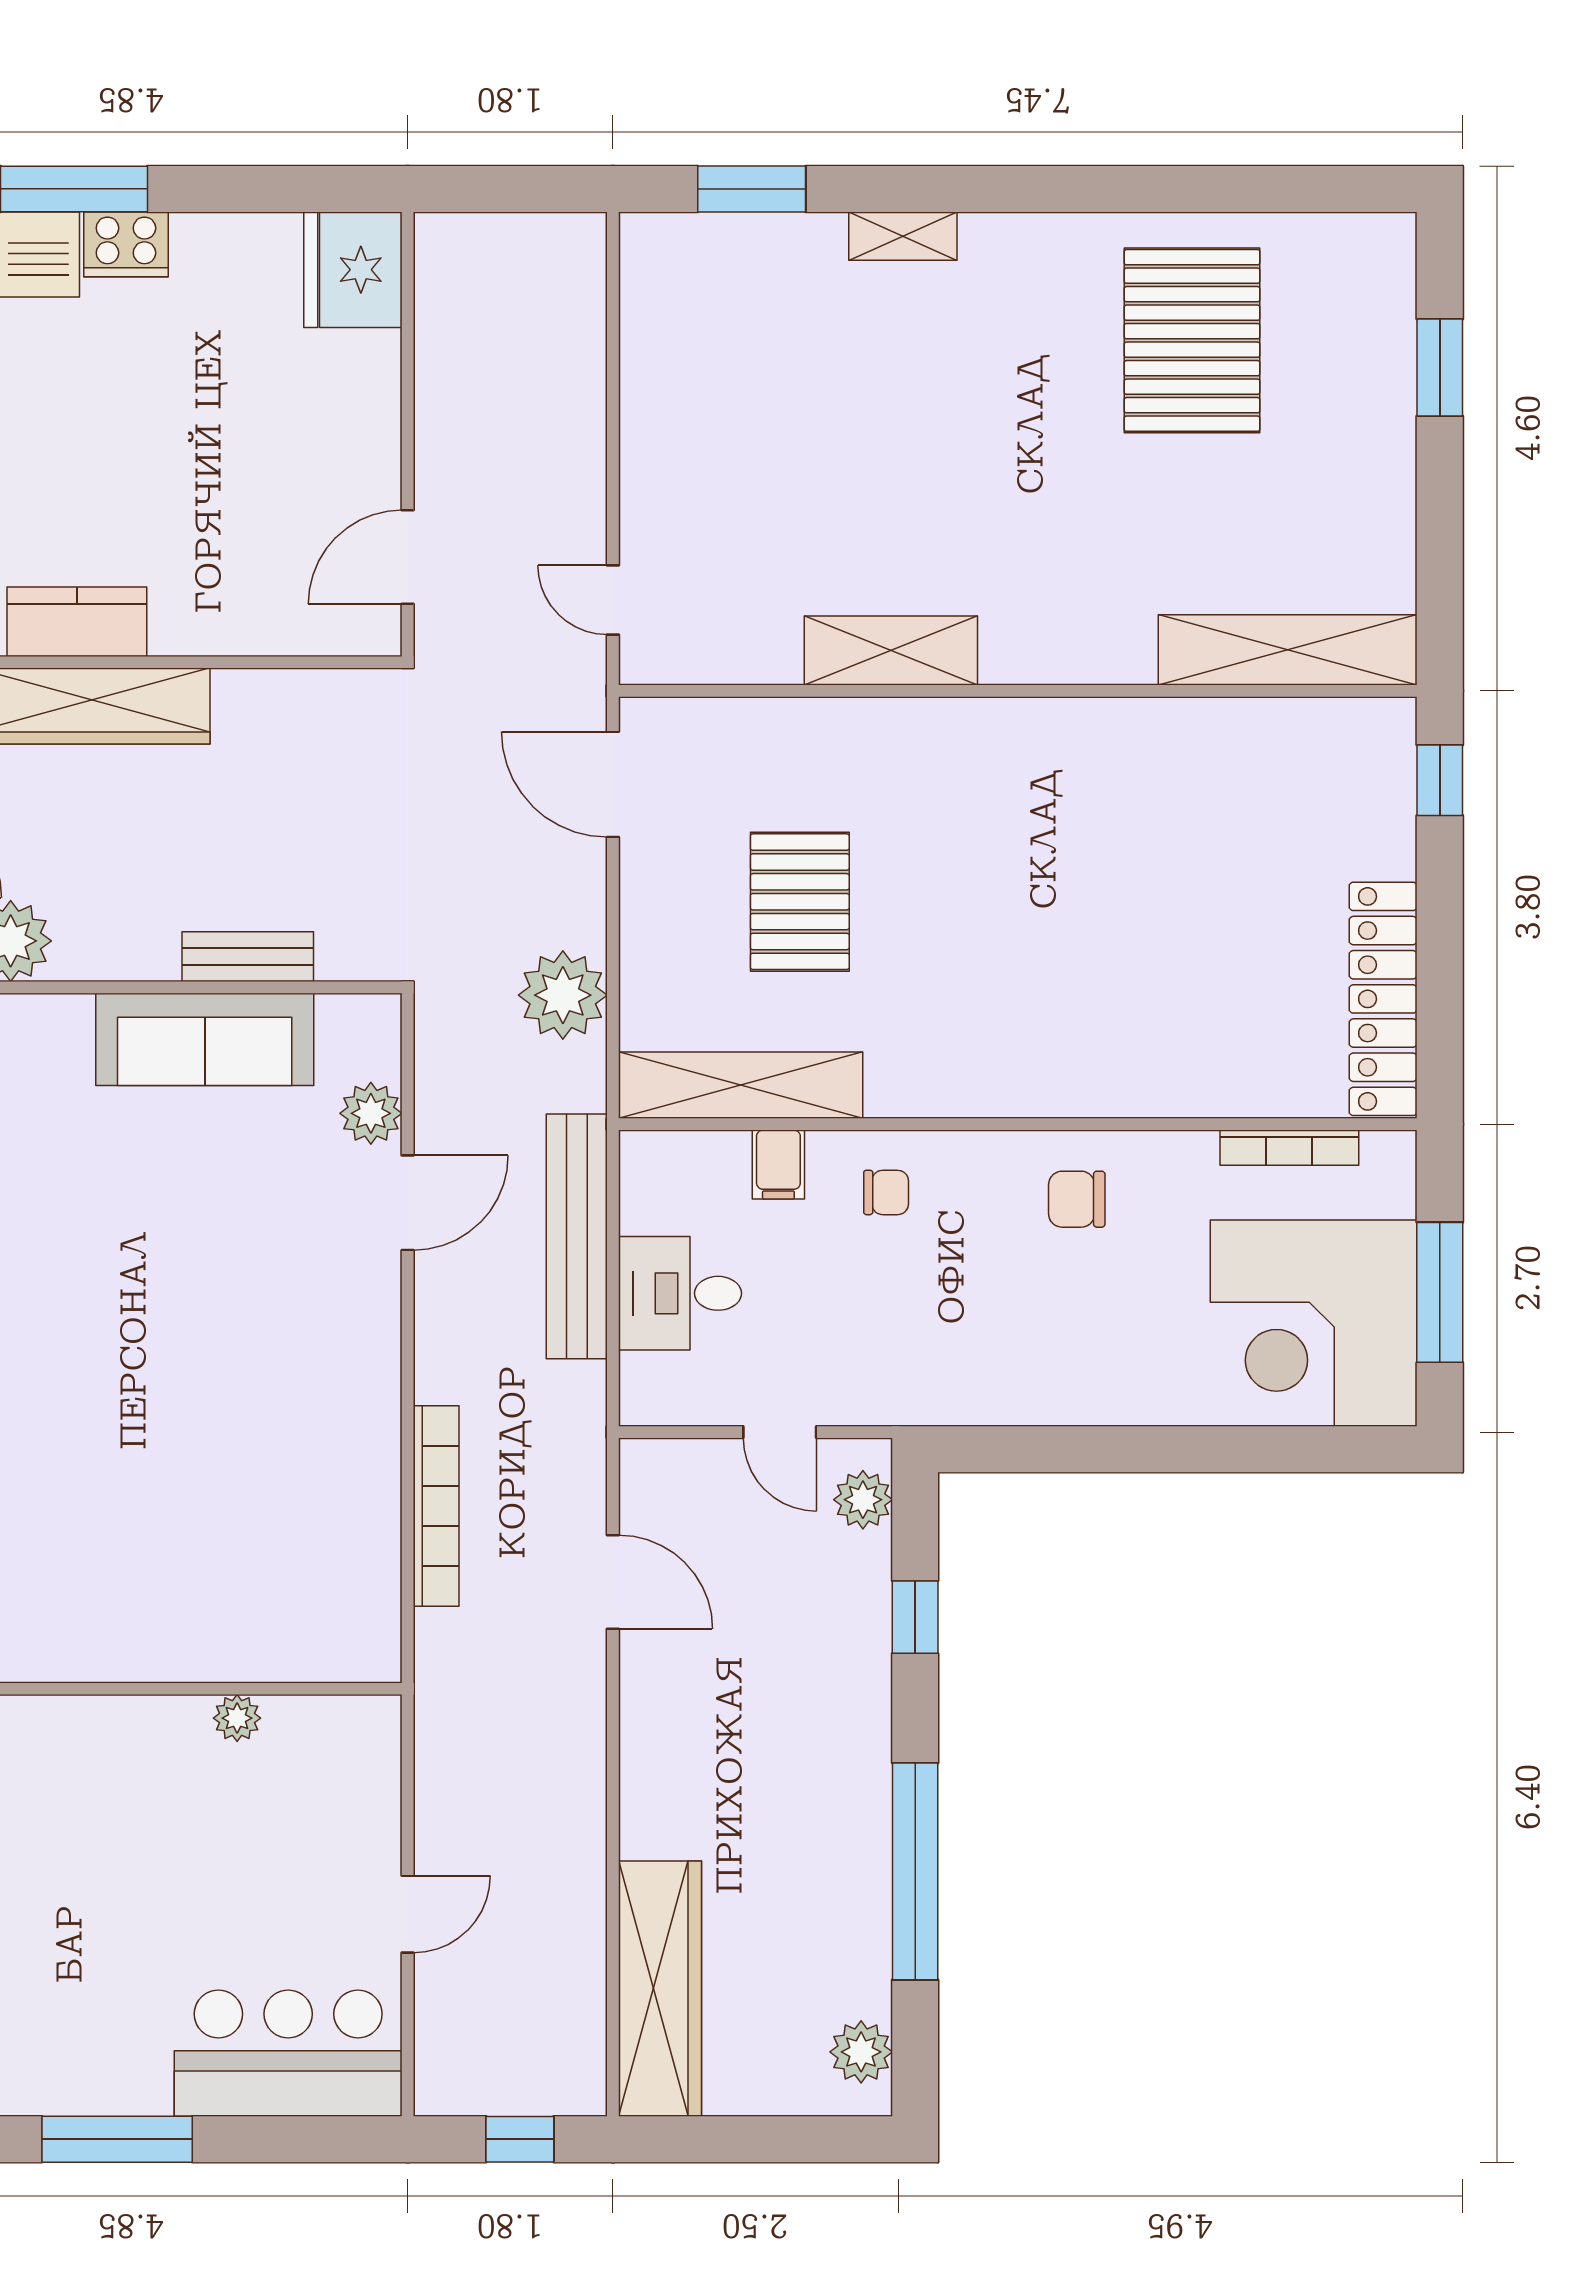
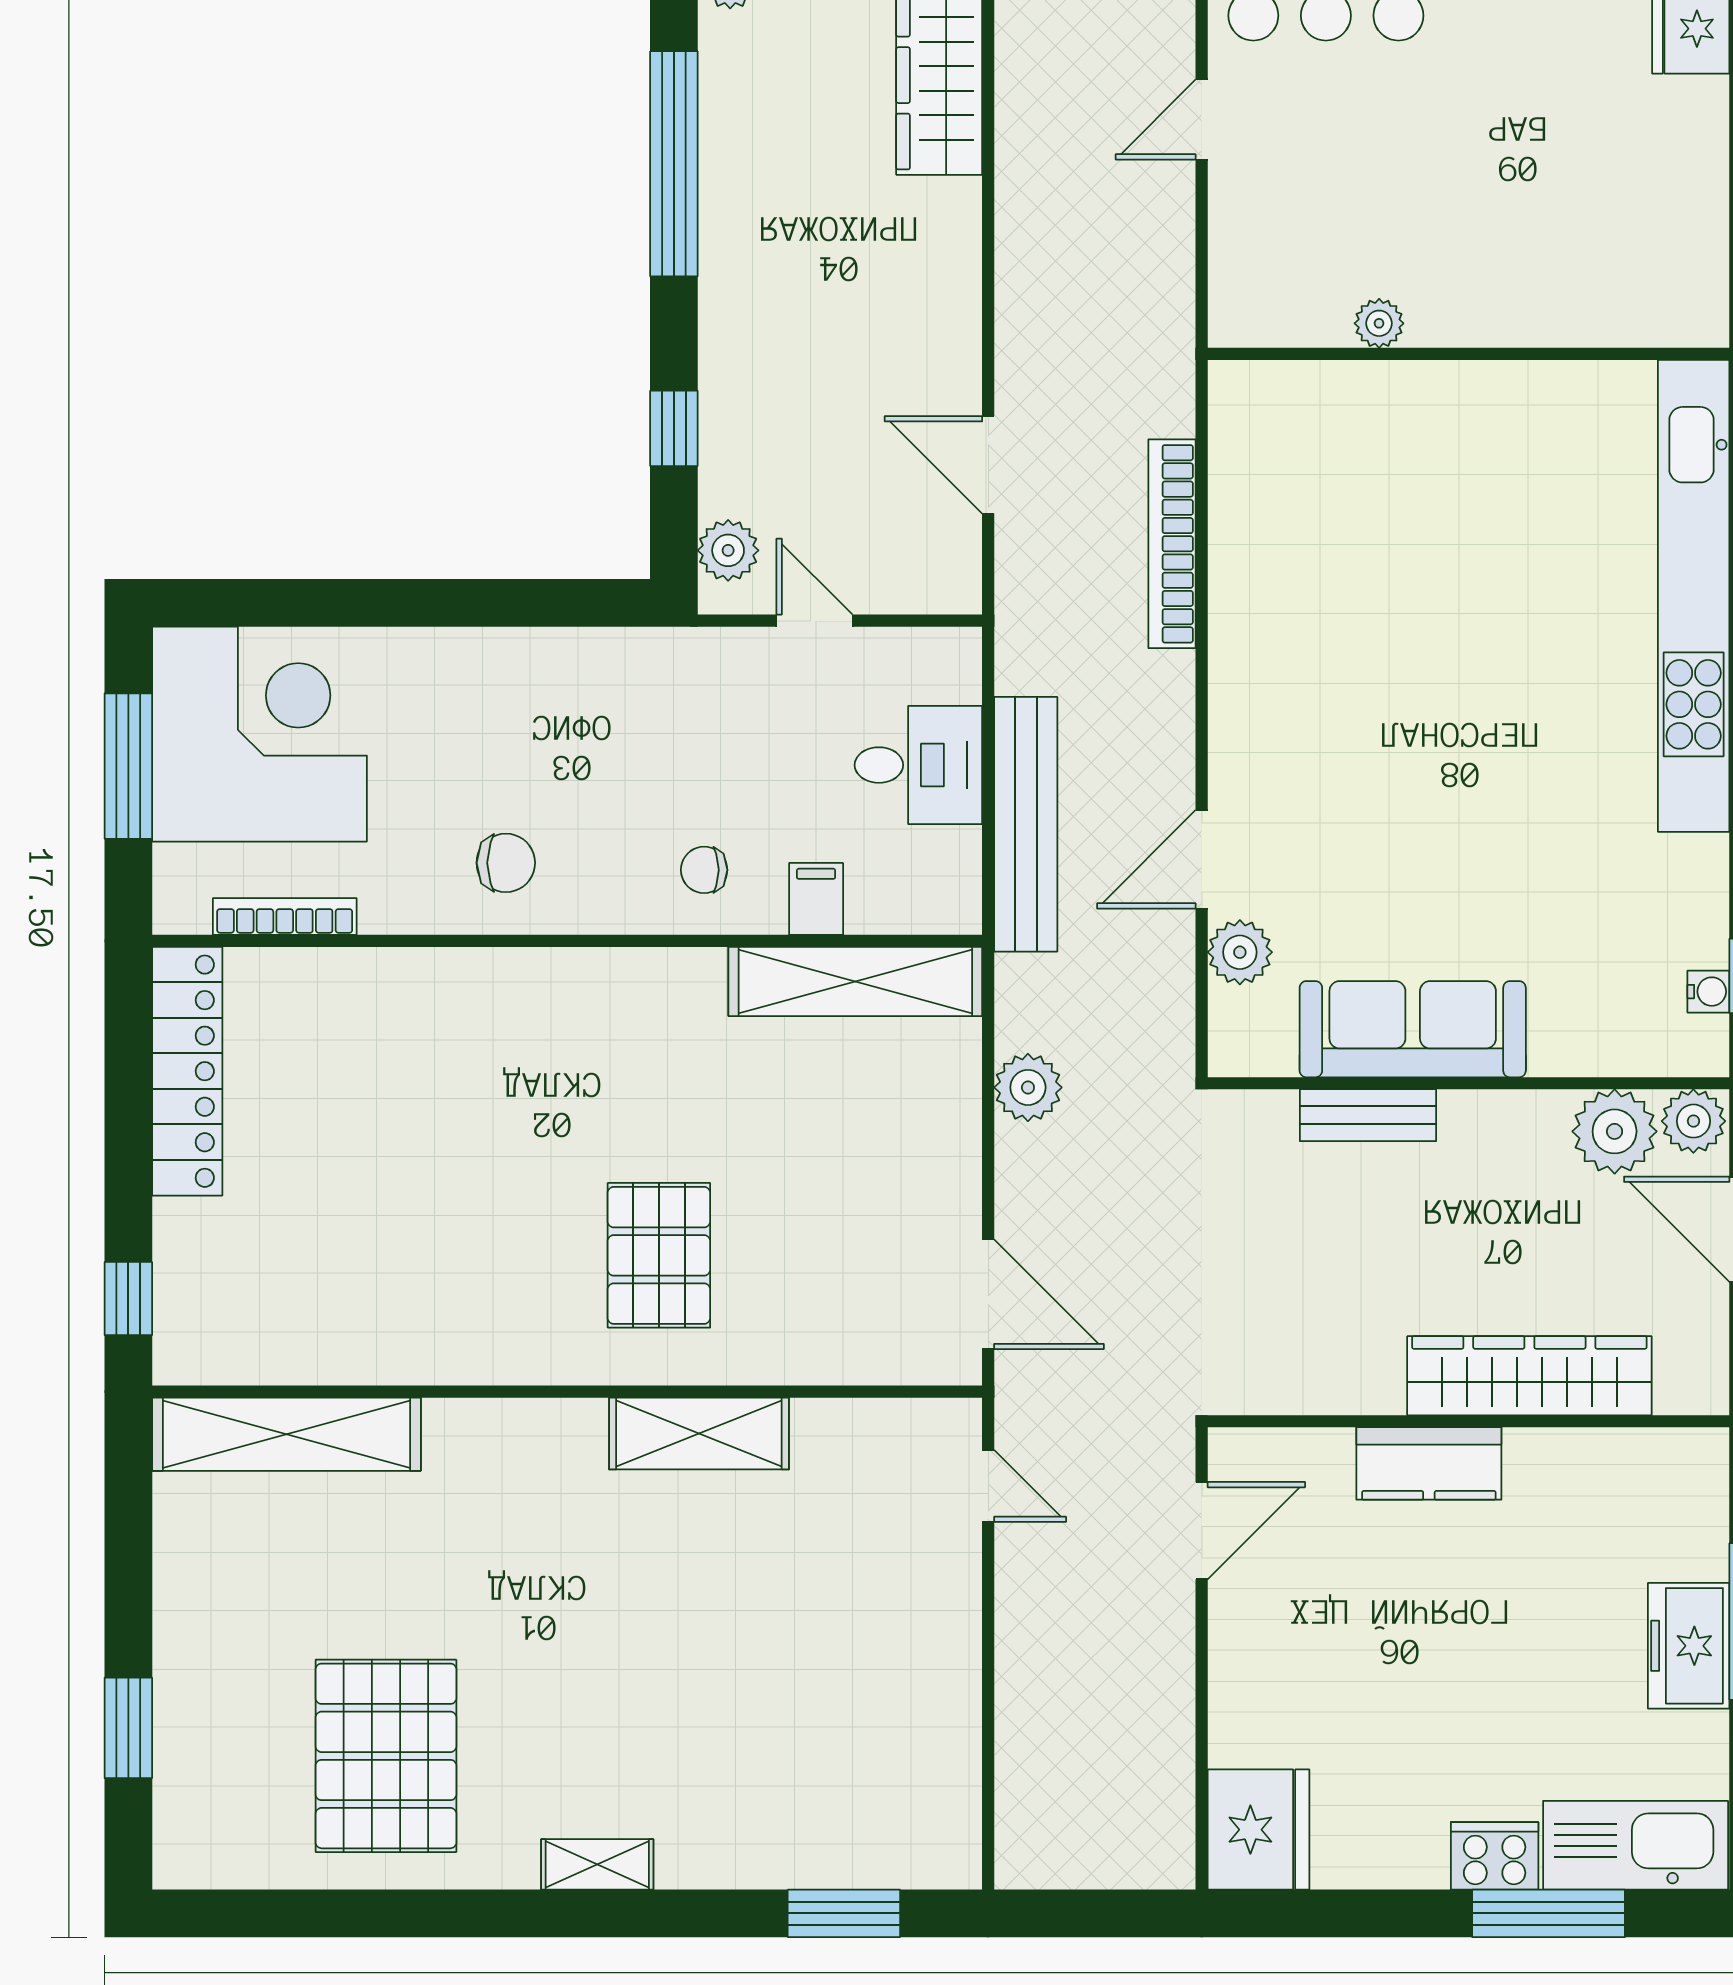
shelving: (903, 236) -> (597, 1864), moved
kitchen counter: (77, 622) -> (1429, 1463), moved
pallet: (800, 902) -> (659, 1255), moved
plant: (563, 995) -> (1028, 1087), width x0.73, depth x0.73

